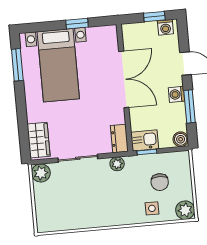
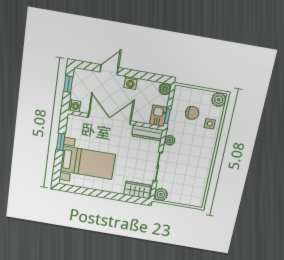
washing machine: (165, 27) -> (74, 106), moved
window: (17, 65) -> (80, 190), removed
window: (190, 106) -> (142, 75), removed
dresser: (119, 139) -> (147, 133), width x1.44

